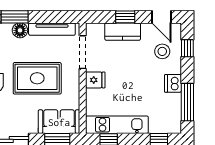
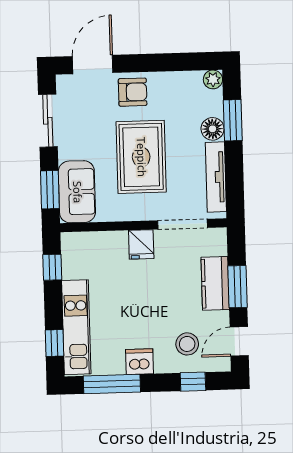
window: (125, 17) -> (238, 287), width x1.50
kitchen unit: (117, 125) -> (76, 327), moved

